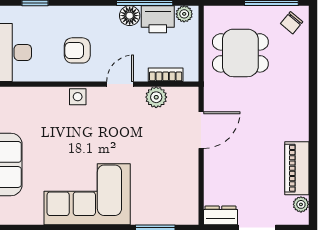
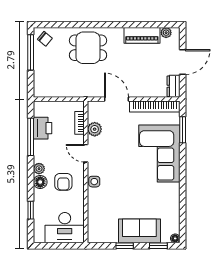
plant: (184, 14) -> (39, 169), moved
floor lamp: (130, 16) -> (40, 182), moved
dining table: (240, 53) -> (88, 48), moved, turned 90
bookcase: (190, 187) -> (155, 106), added
corner sofa: (87, 194) -> (159, 153), moved

